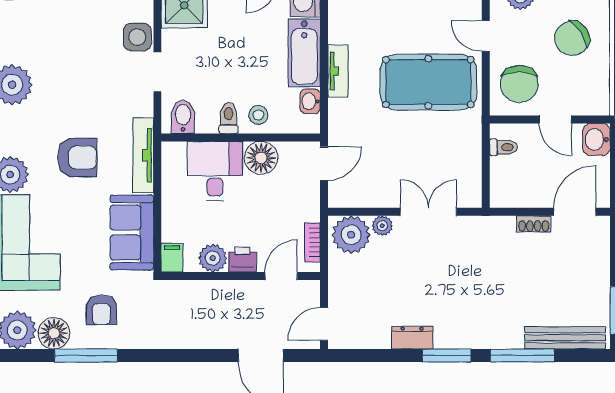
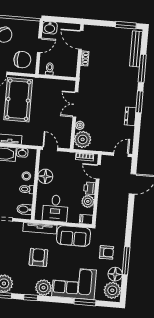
desk: (215, 171) -> (55, 208), moved, turned -90
door: (324, 324) -> (121, 155), swing flipped

